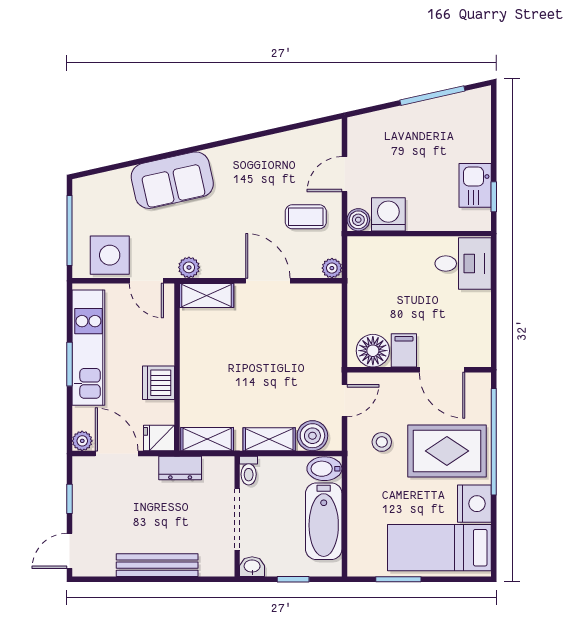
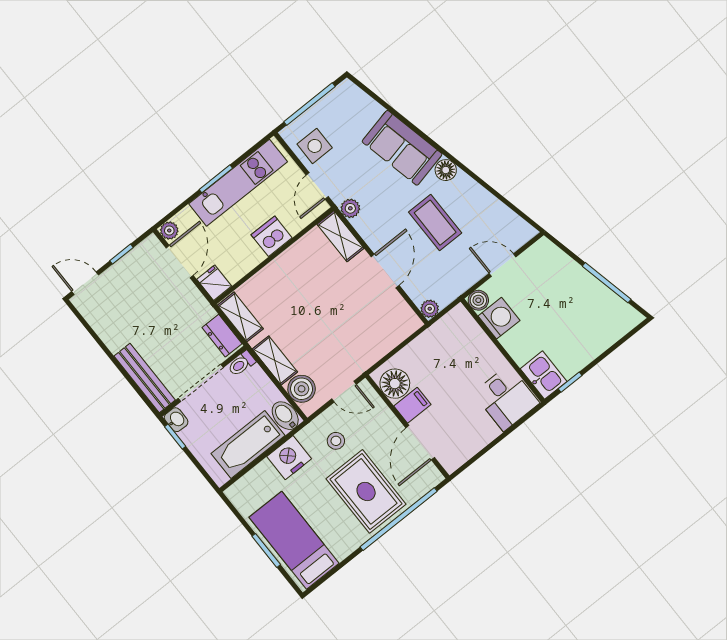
floor lamp: (222, 158) -> (446, 170), added
kitchen sink: (475, 185) -> (544, 375), moved, turned 90
coffee table: (306, 217) -> (435, 223), moved, width x1.36, depth x1.30
side table: (110, 255) -> (315, 146), width x0.73, depth x0.73
dishwasher: (159, 383) -> (272, 236), moved
dresser: (180, 468) -> (222, 336), moved
nightstand: (474, 504) -> (289, 458), moved, turned 180
bench: (157, 565) -> (145, 378), moved
window: (293, 579) -> (175, 436), moved
window: (398, 579) -> (266, 550), moved

